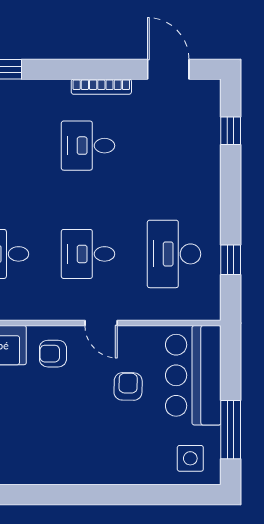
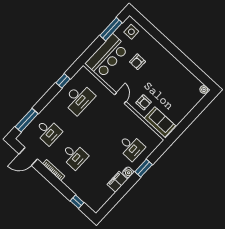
door: (168, 69) -> (28, 156), hinge flipped
window: (231, 131) -> (27, 120), width x2.17
desk: (88, 254) -> (48, 132), moved
armchair: (128, 386) -> (137, 62), moved

